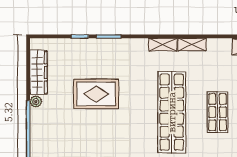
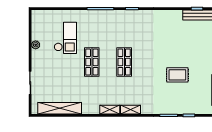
rug: (96, 94) -> (177, 75), width x0.73, depth x0.70
shop shelf: (172, 112) -> (124, 62), width x0.50, depth x0.74

